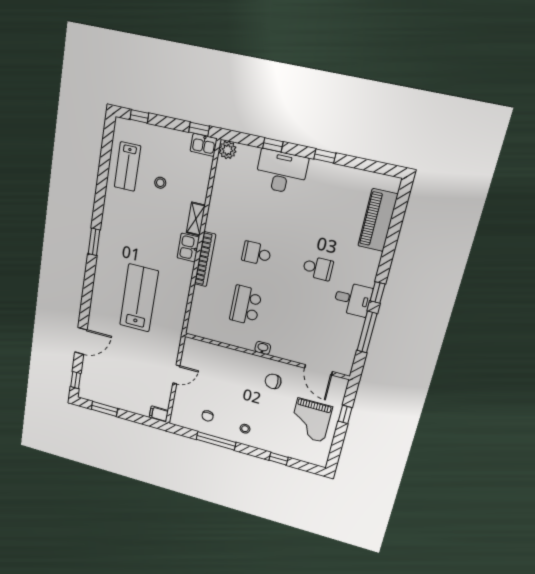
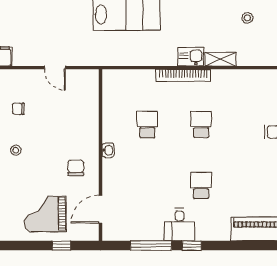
school desk: (318, 268) -> (201, 185), turned 180
school desk: (246, 305) -> (147, 125), width x0.54

